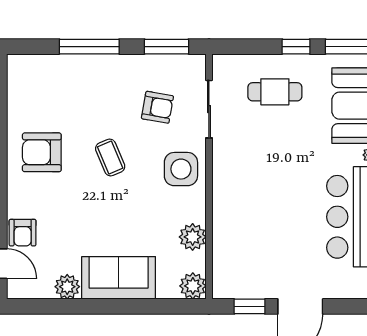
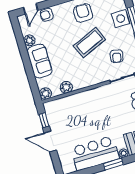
coffee table: (110, 157) -> (89, 42), width x1.86, depth x1.72
side table: (181, 169) -> (121, 19), moved

